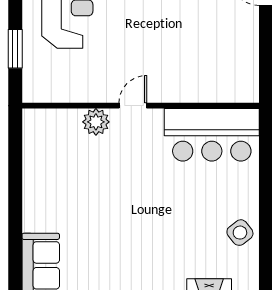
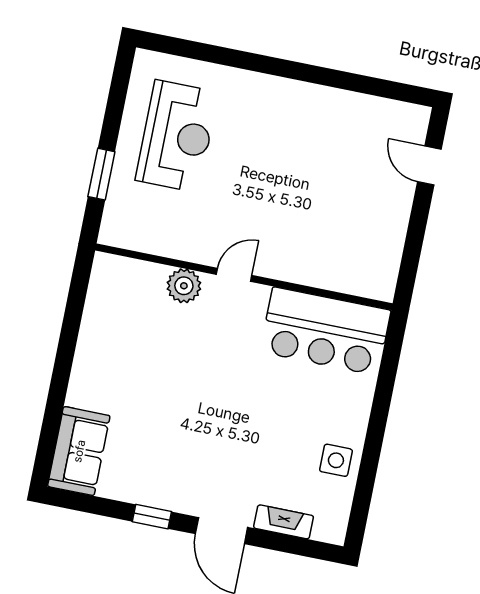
side table: (240, 233) -> (336, 460), turned 38

